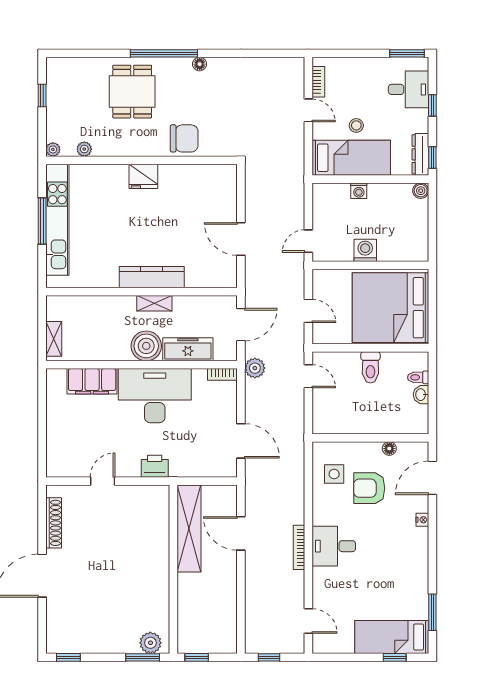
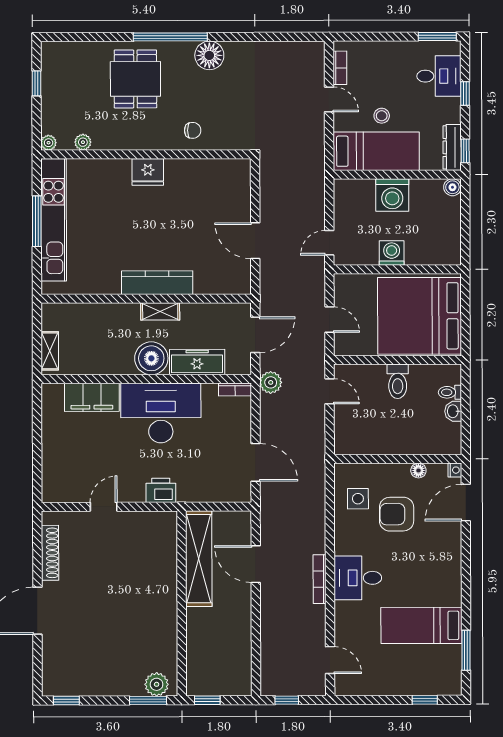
floor lamp: (200, 64) -> (209, 55), width x1.89, depth x1.89
chair: (184, 138) -> (193, 130), width x0.54, depth x0.54
washing machine: (359, 191) -> (392, 195), width x1.89, depth x1.89
nightstand: (422, 520) -> (455, 470), moved
bed: (392, 637) -> (421, 625), moved

